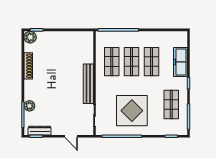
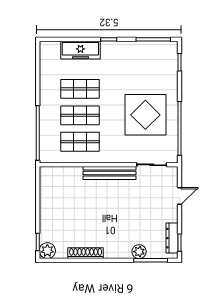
shop shelf: (171, 105) -> (137, 62), removed

